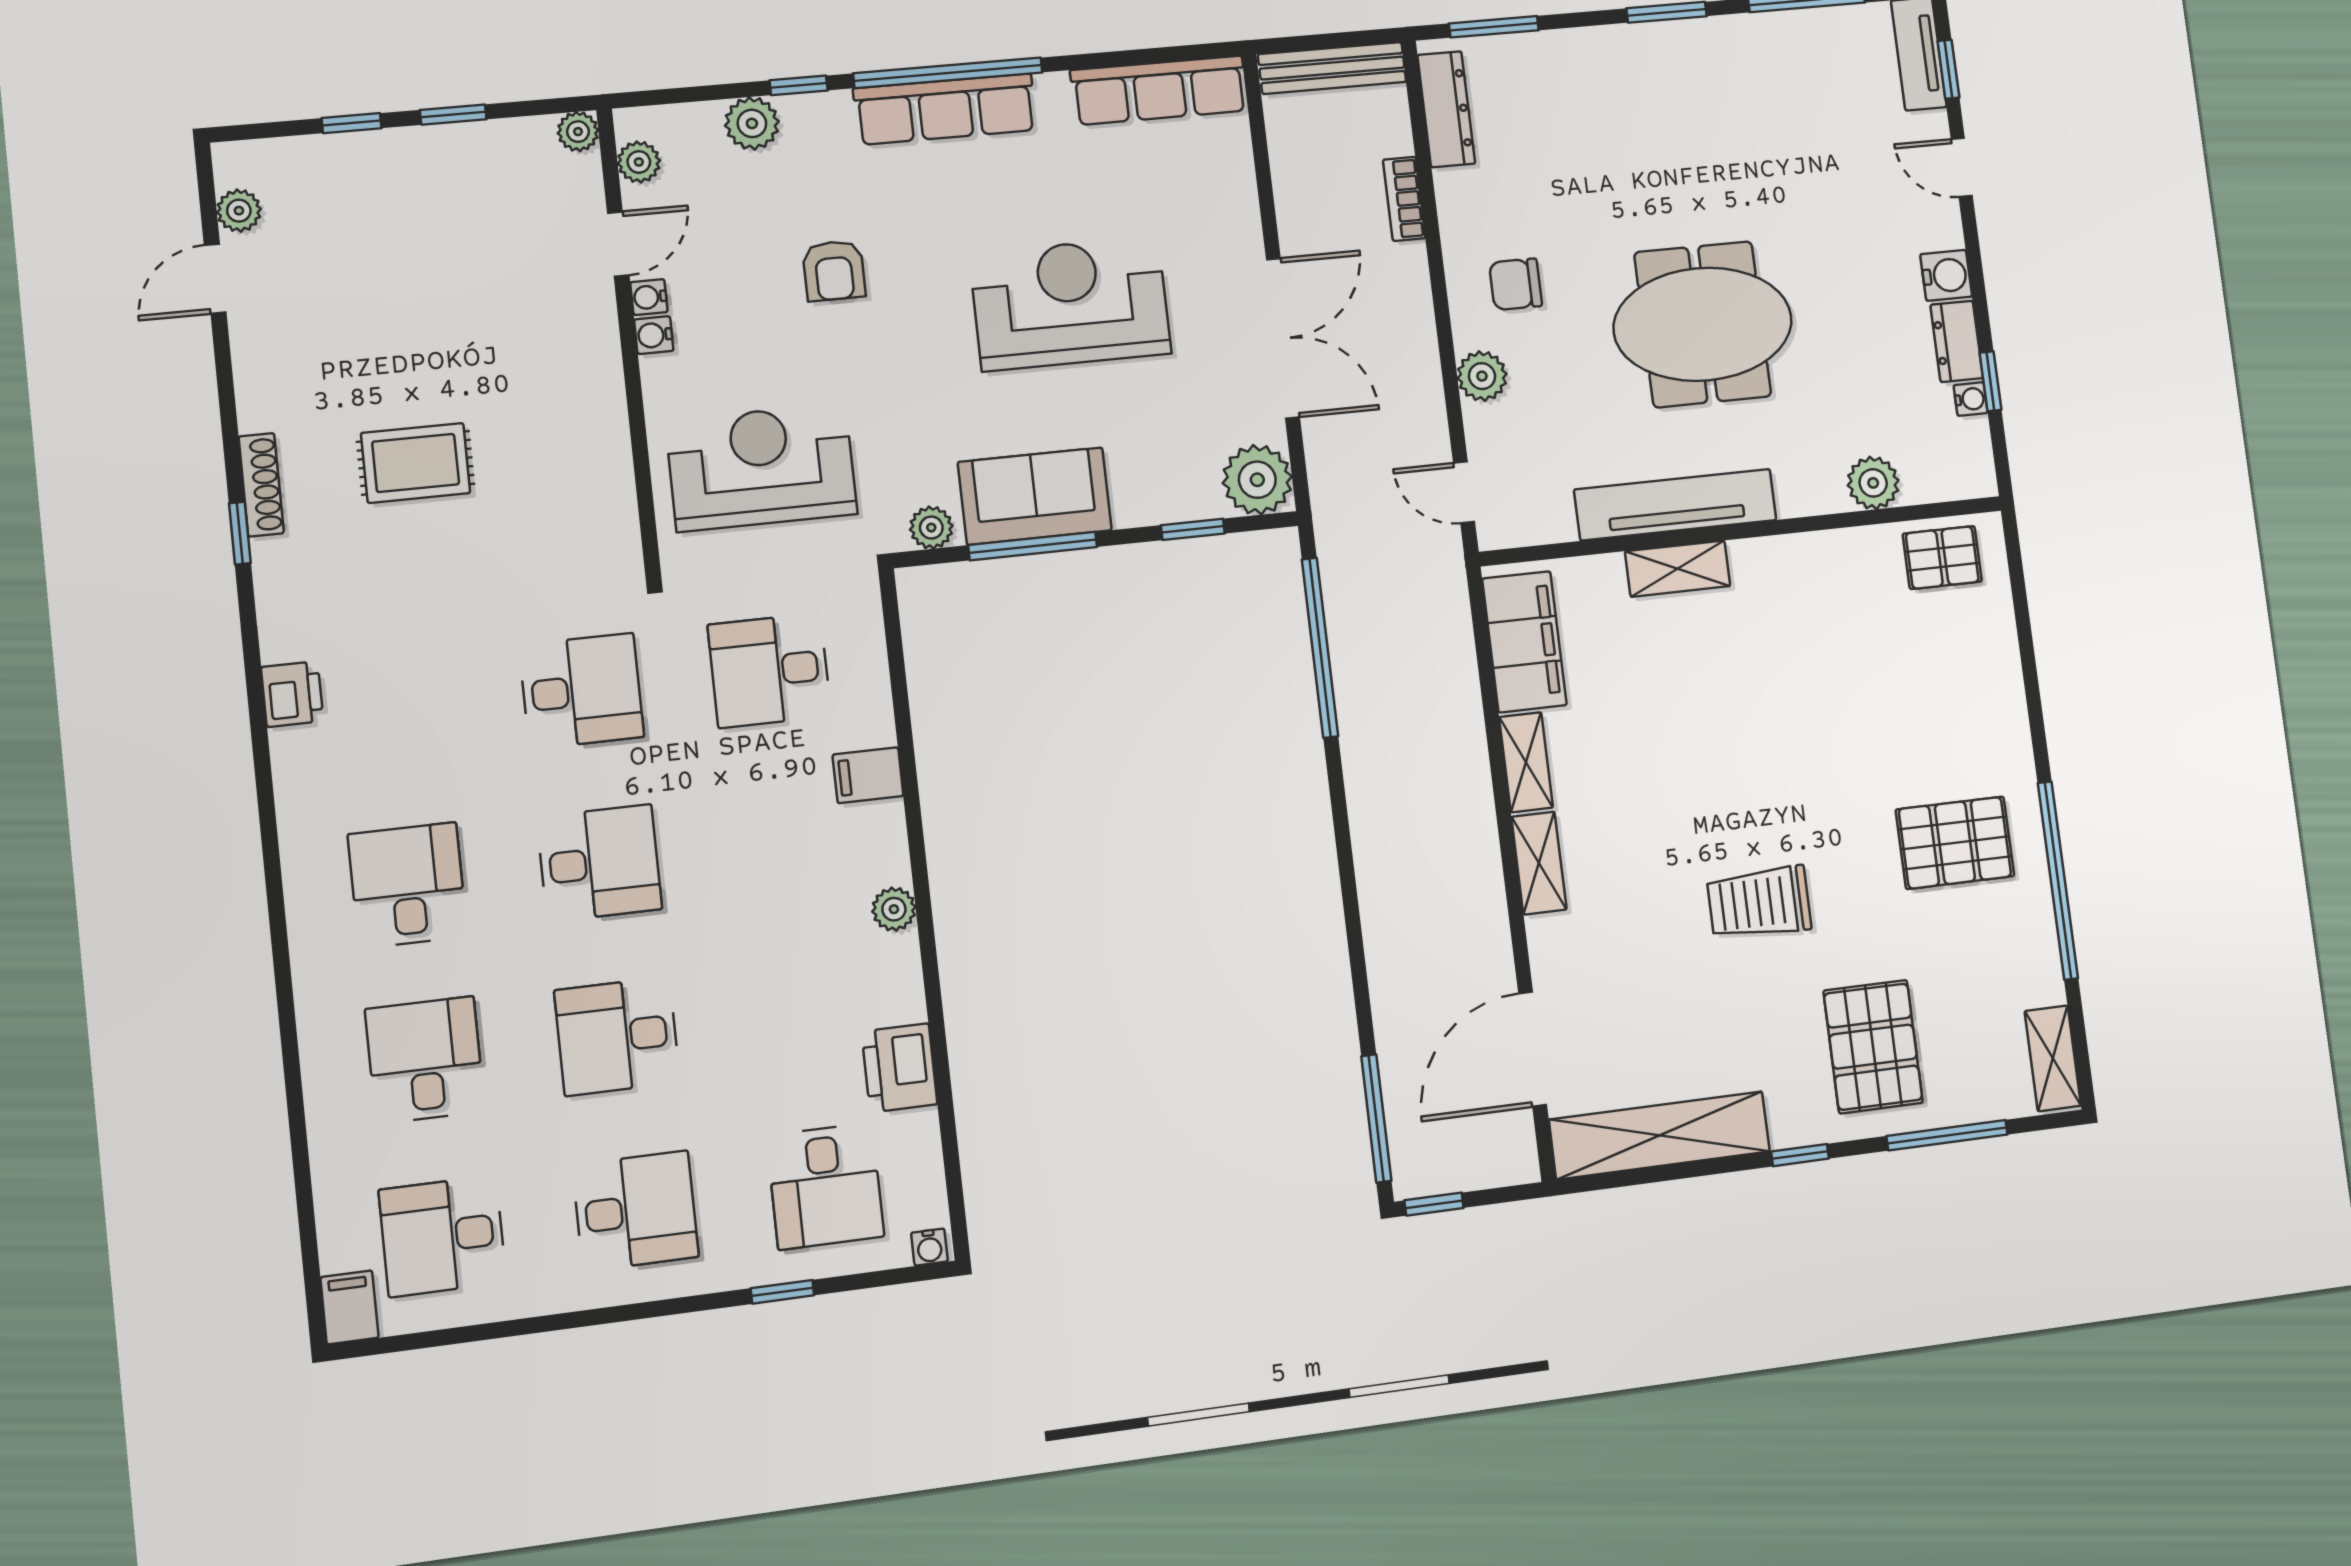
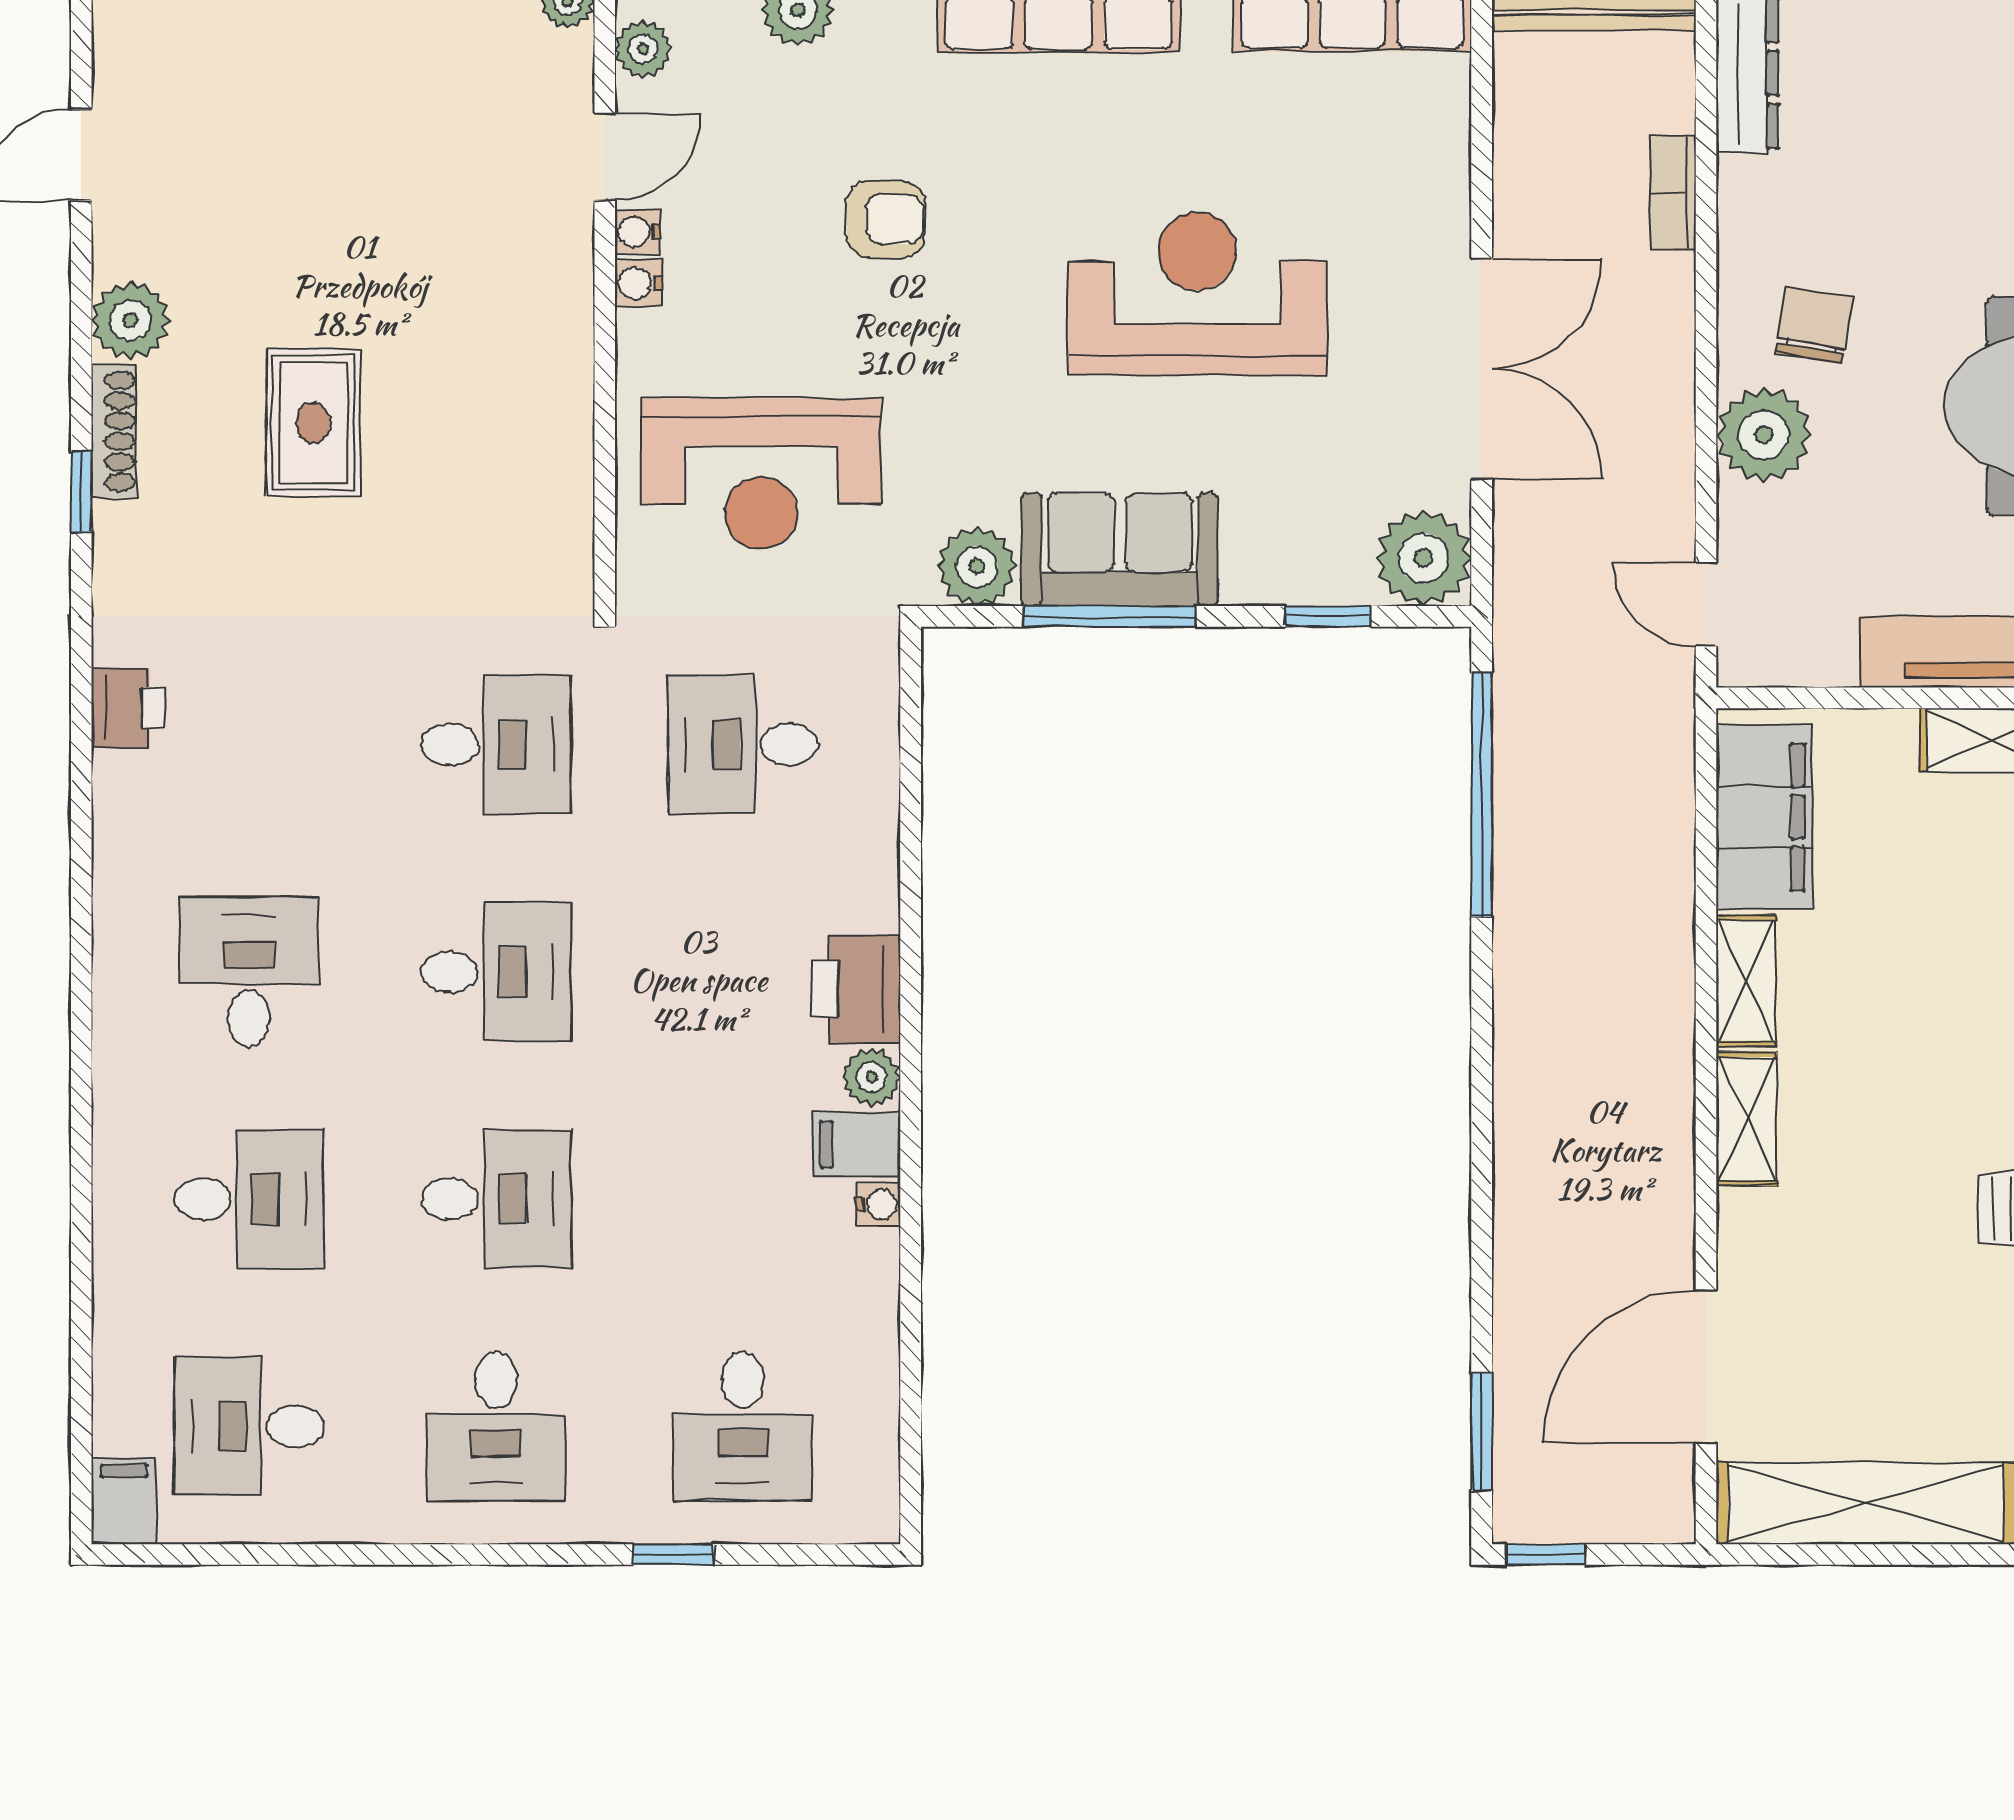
plant: (239, 211) -> (130, 320), moved, width x1.38, depth x1.38
armchair: (834, 271) -> (885, 219), turned -90
chair: (1516, 284) -> (1814, 325), turned 99
plant: (1482, 376) -> (1764, 435), width x1.36, depth x1.36
rug: (416, 463) -> (313, 423), turned 90
reception desk: (761, 467) -> (761, 474), turned 180
plant: (931, 528) -> (977, 567), width x1.38, depth x1.38
filing cabinet: (868, 775) -> (857, 1144), moved
desk: (617, 1036) -> (496, 1199), turned 180
desk: (425, 1060) -> (249, 1199), turned 90
printer: (899, 1068) -> (856, 989), moved
window: (1376, 1118) -> (1482, 1431), width x0.69
desk: (635, 1211) -> (496, 1426), turned 90
water cooler: (929, 1247) -> (879, 1204), moved, turned -90

